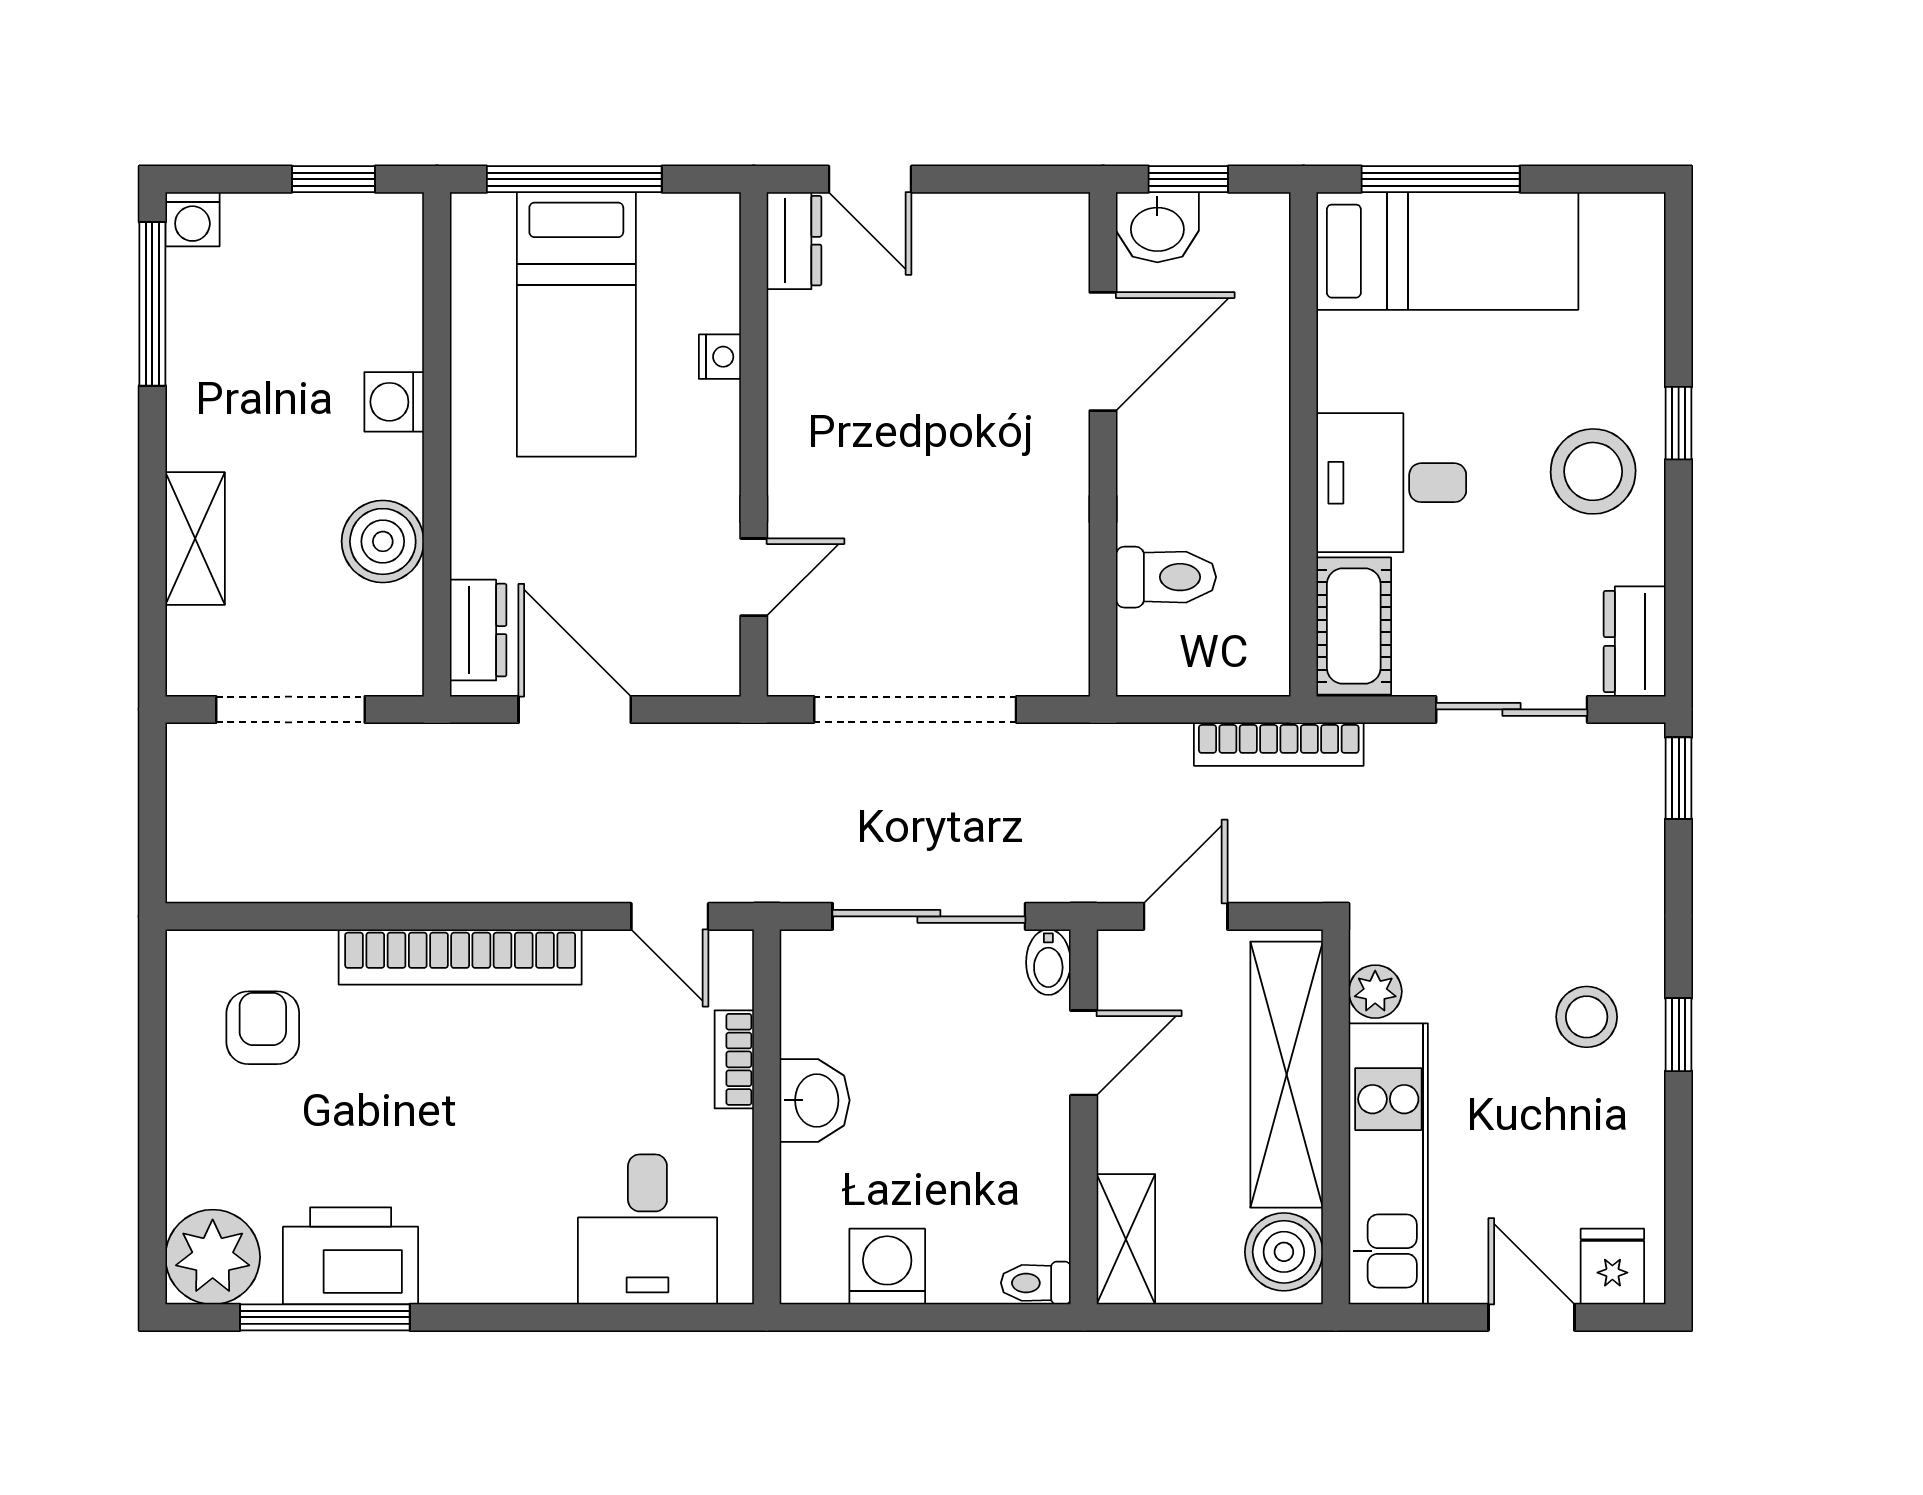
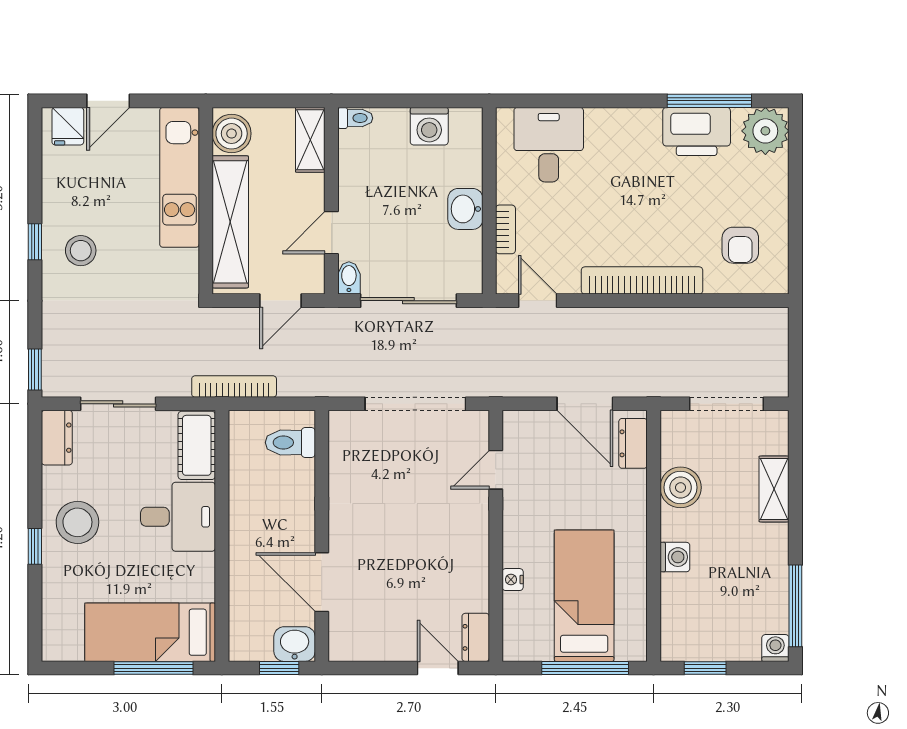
door: (1103, 352) -> (322, 582), hinge flipped
toilet: (1166, 577) -> (290, 442), moved
plant: (1375, 992) -> (186, 263), removed
door: (1531, 1317) -> (108, 101), hinge flipped

